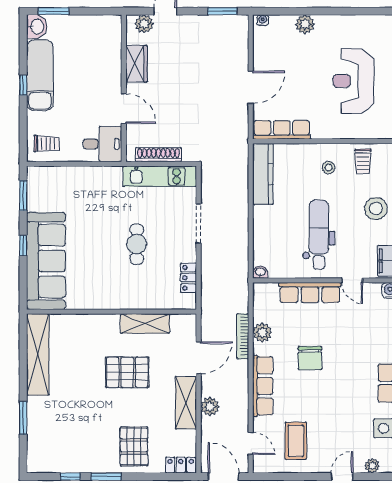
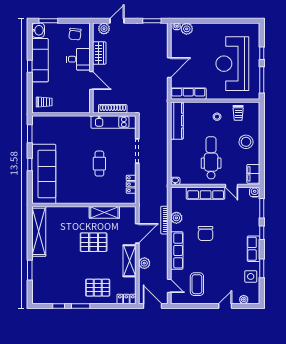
plant: (305, 24) -> (187, 29), moved
chair: (97, 33) -> (75, 34), added
reception desk: (354, 81) -> (232, 64), width x1.36, depth x1.30
desk: (103, 144) -> (78, 59), moved
pallet: (134, 446) -> (98, 288), turned 90

